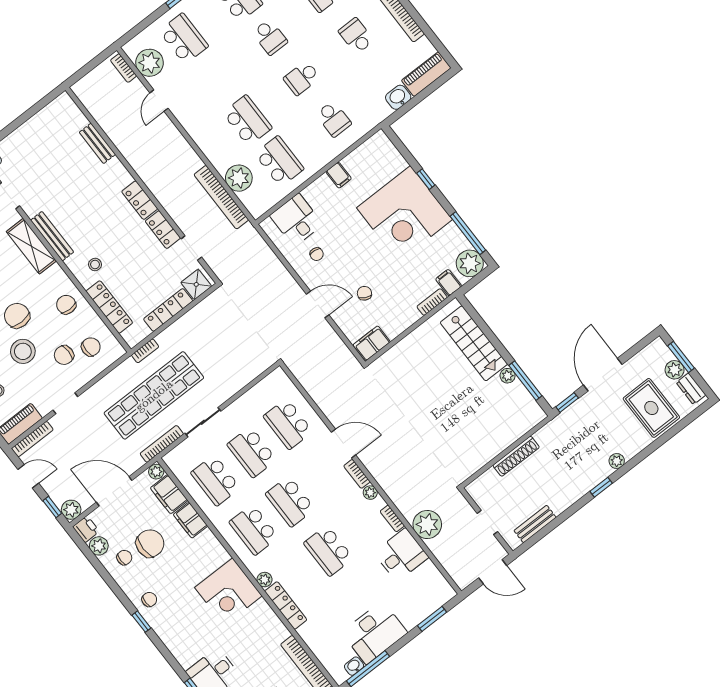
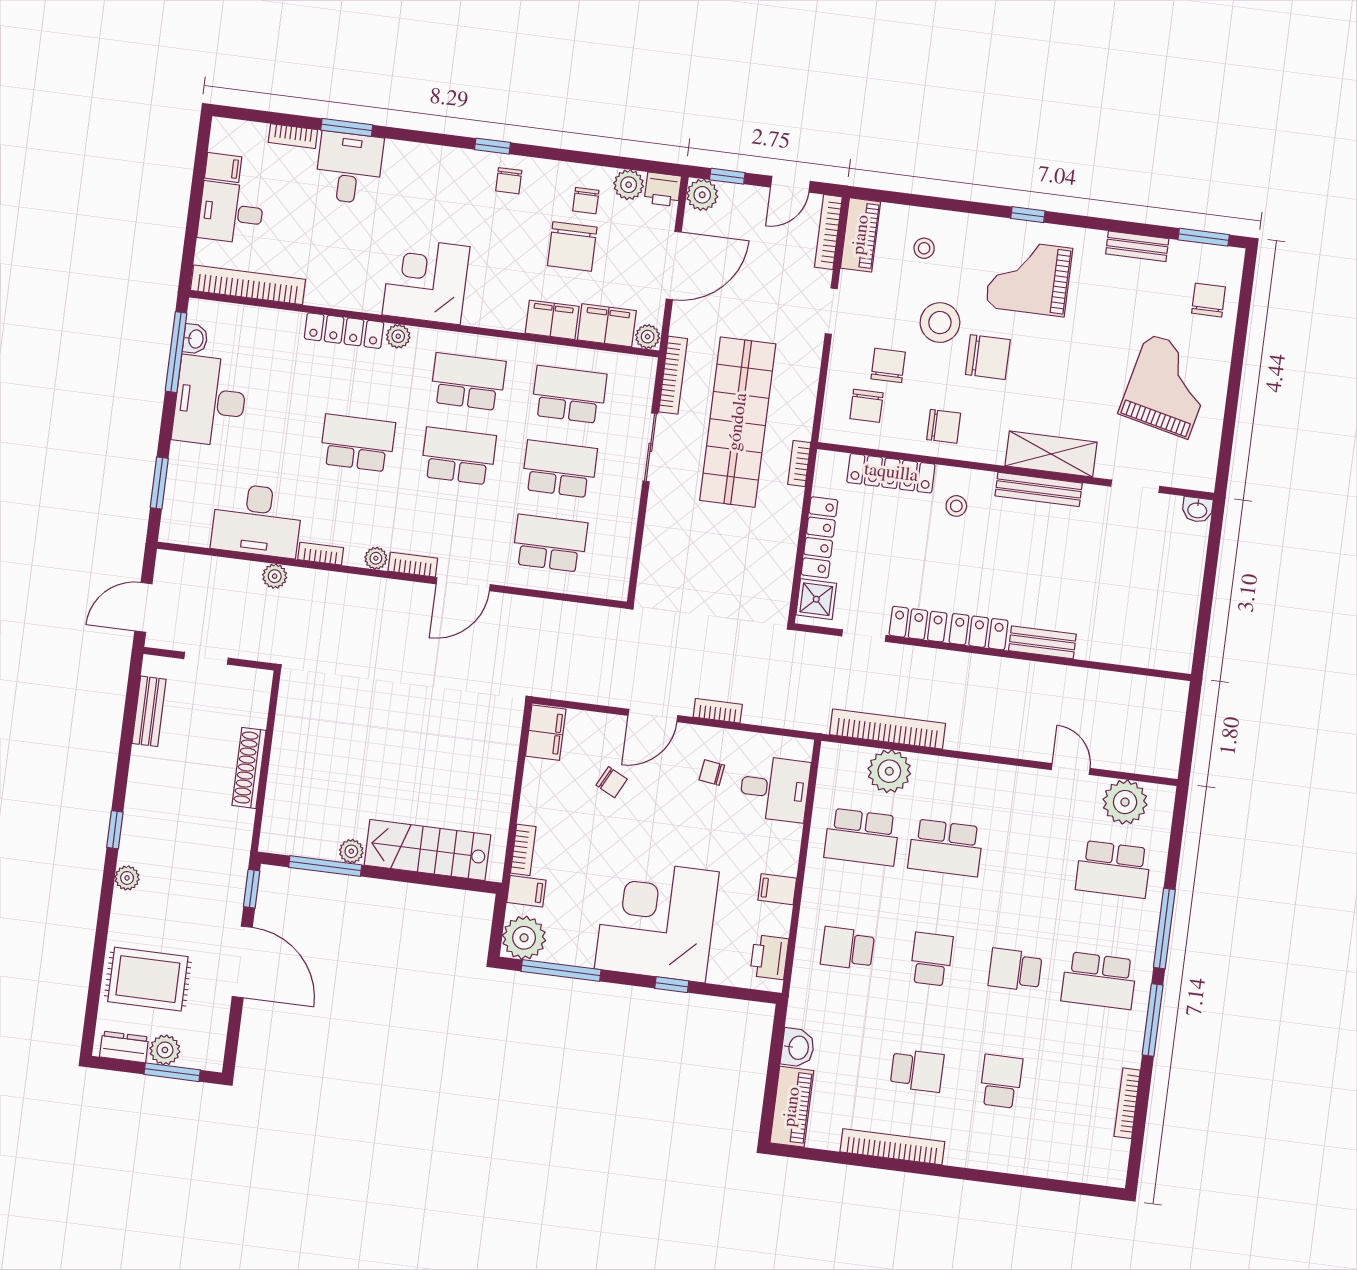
bookcase: (124, 68) -> (718, 711), moved
bench: (97, 143) -> (1042, 642), moved
printer: (371, 149) -> (769, 957), added
plant: (427, 524) -> (275, 576), width x0.53, depth x0.53
desk: (401, 555) -> (257, 520), width x1.37

